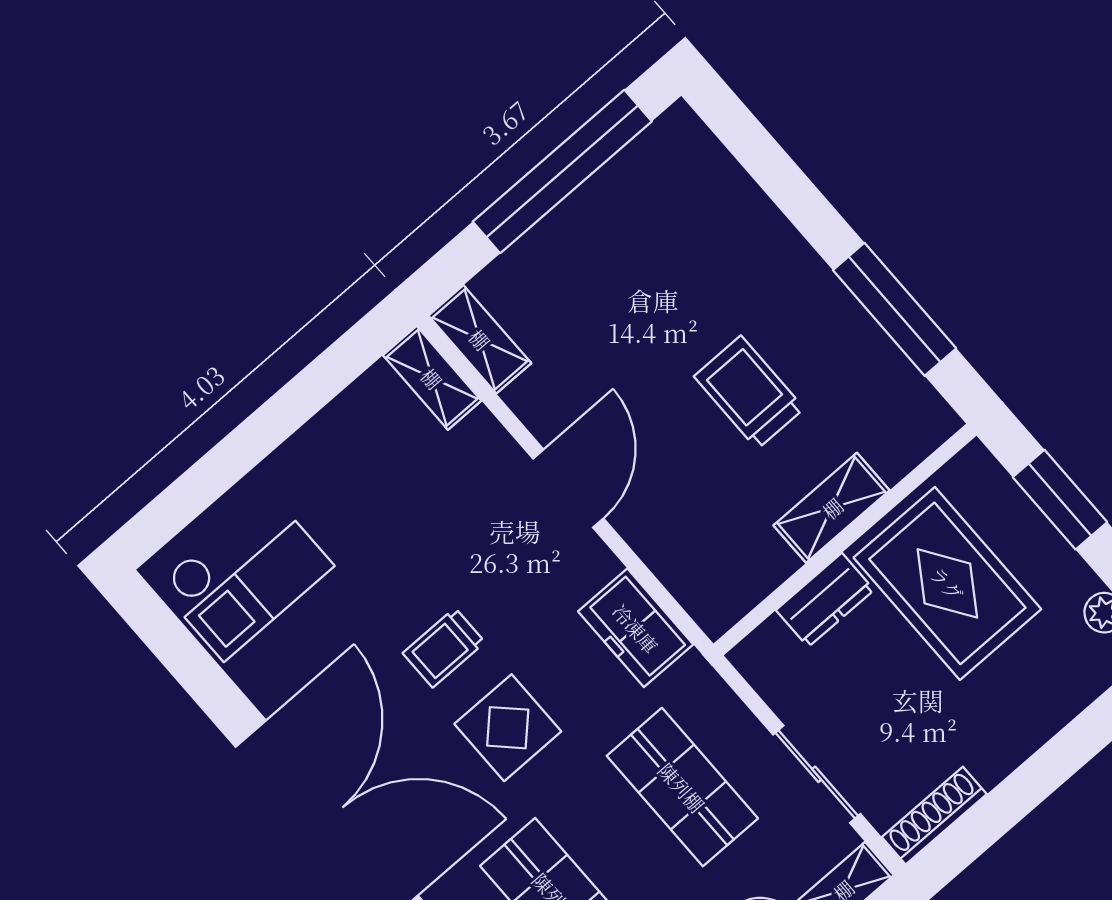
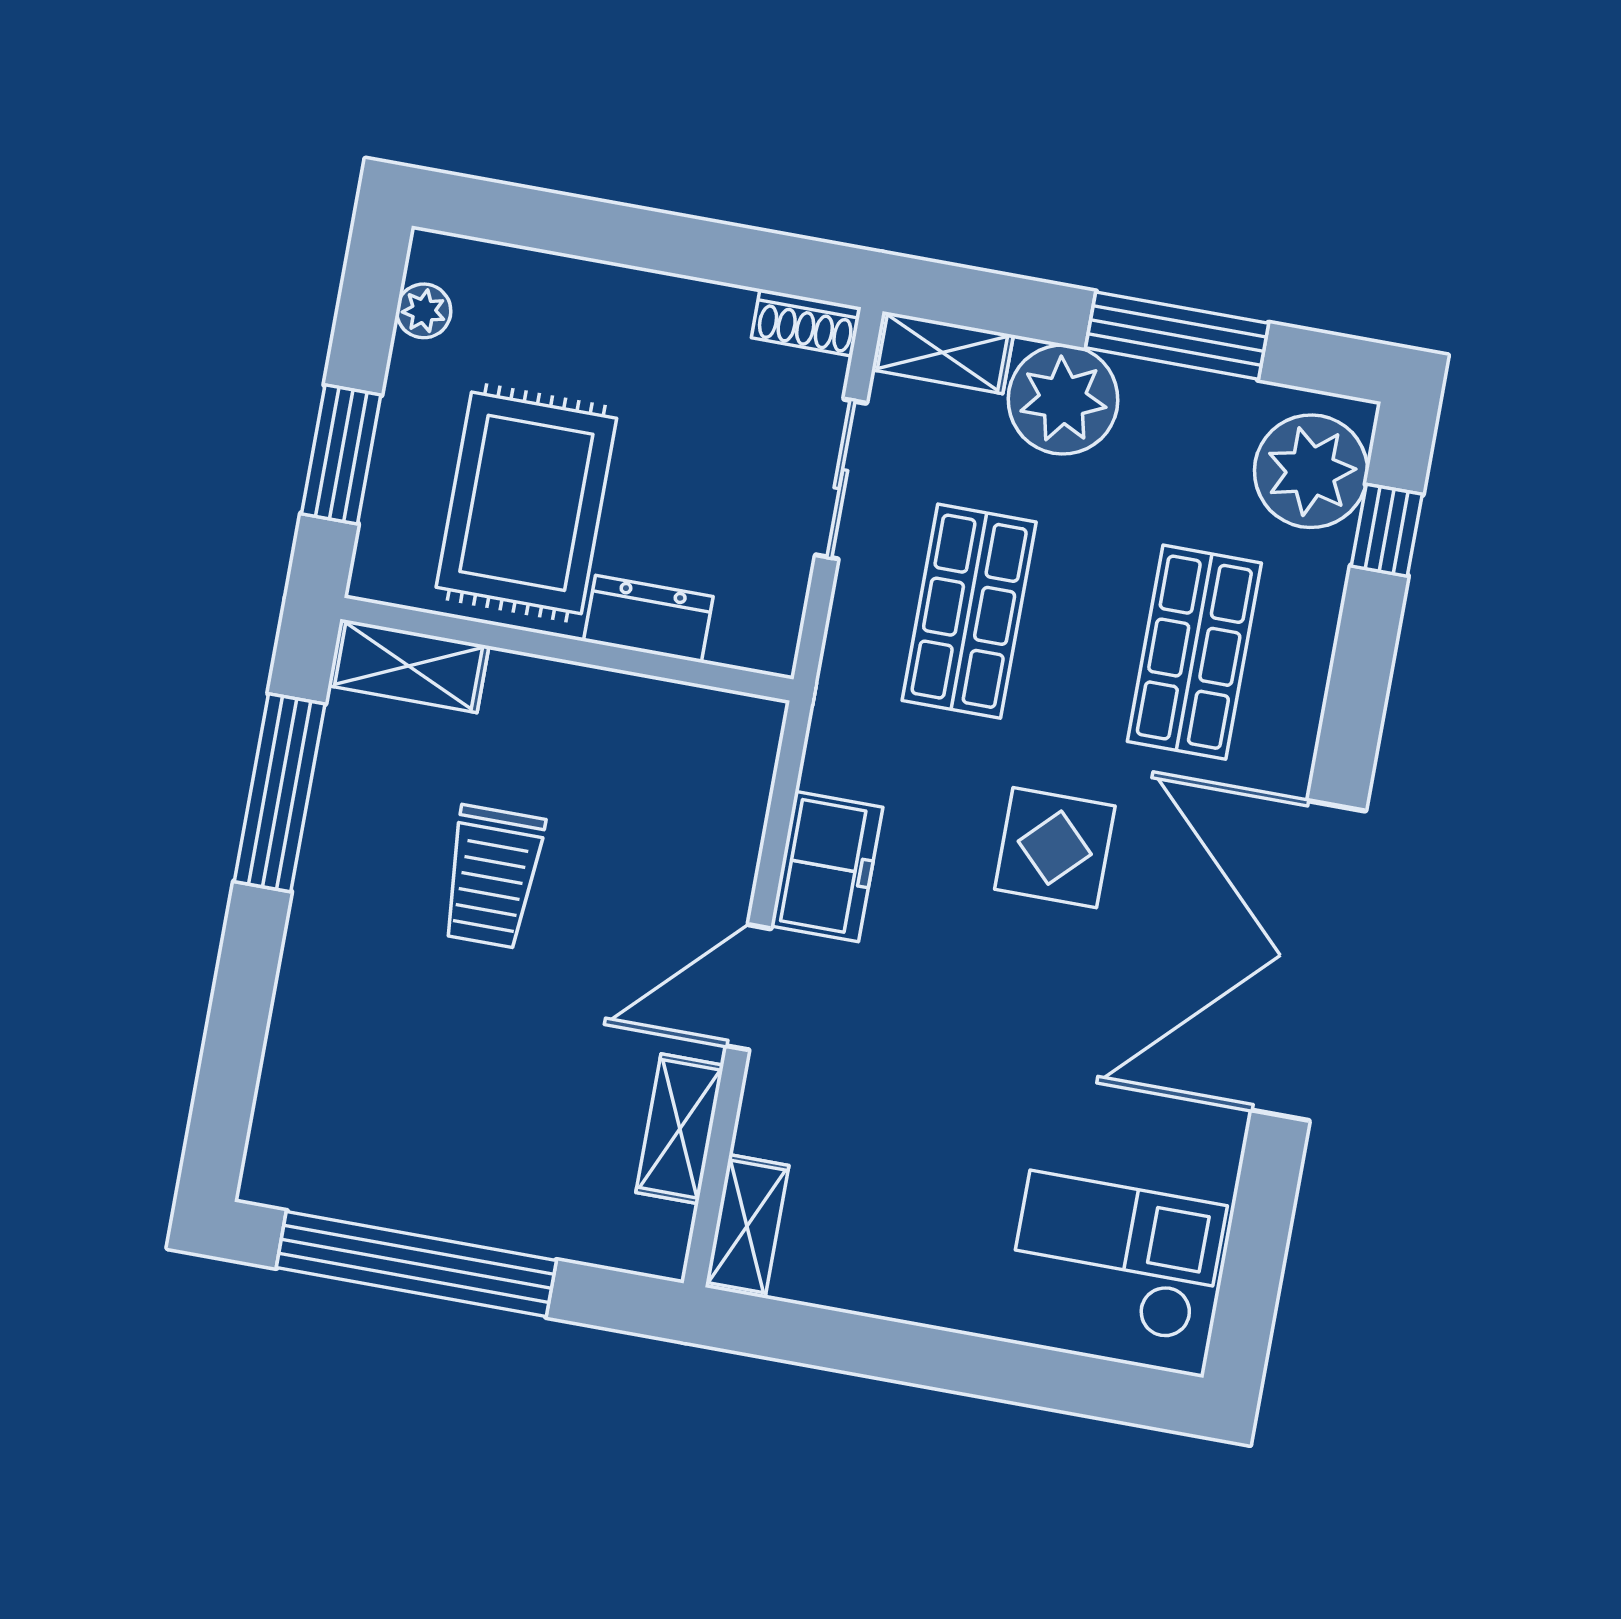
shelving: (480, 339) -> (680, 1129), moved
shelving: (832, 508) -> (409, 666), moved
freezer: (636, 628) -> (827, 867), moved
trolley: (444, 648) -> (1024, 984), removed
shoe rack: (934, 816) -> (806, 323), width x0.70

